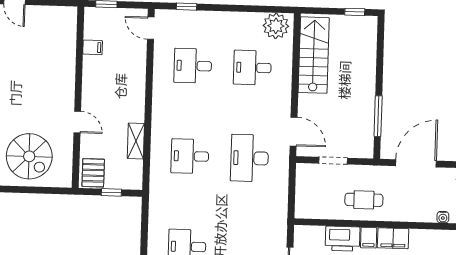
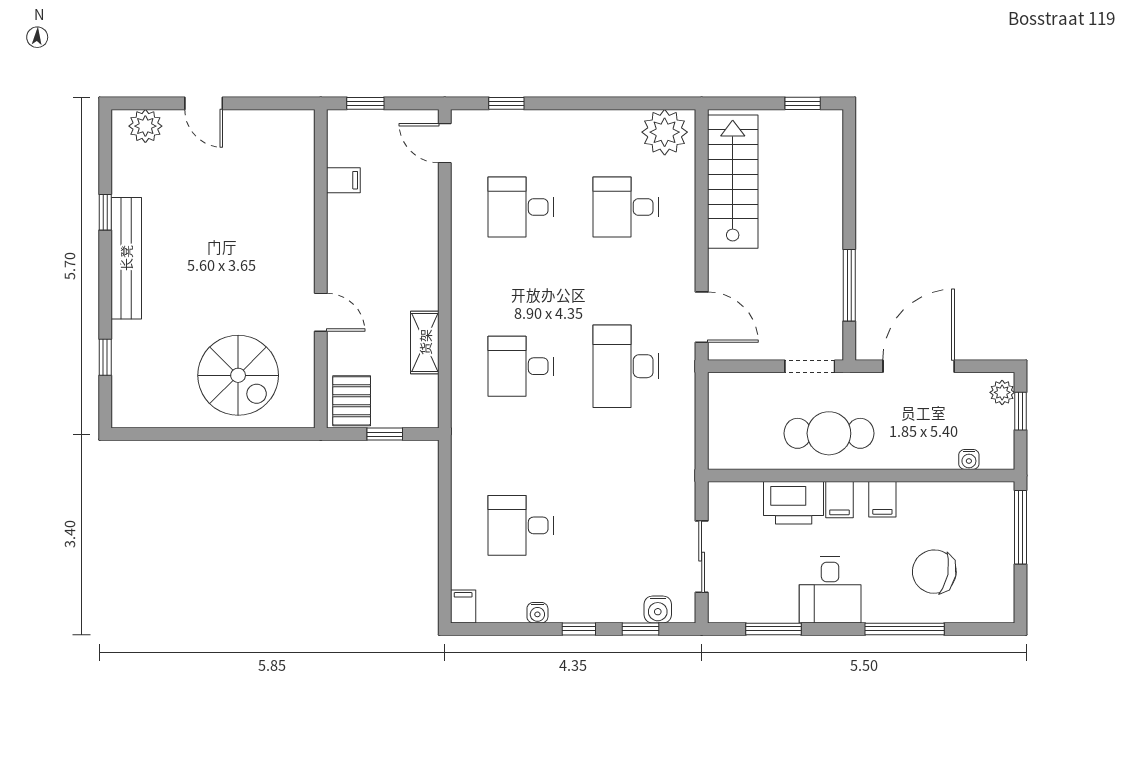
doorway: (333, 161) -> (810, 366), moved
cafe table: (364, 200) -> (829, 433), width x1.37, depth x1.35
filing cabinet: (393, 238) -> (882, 499), width x0.50

